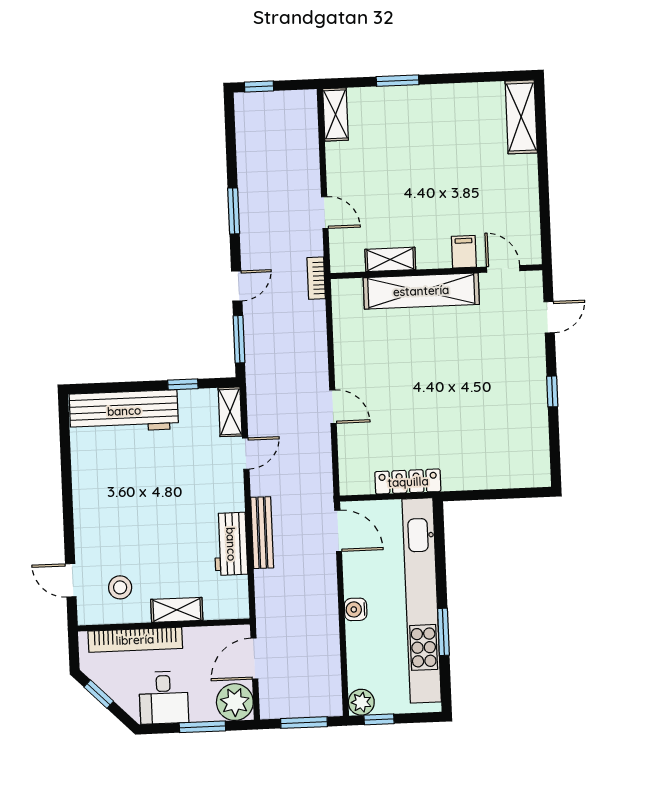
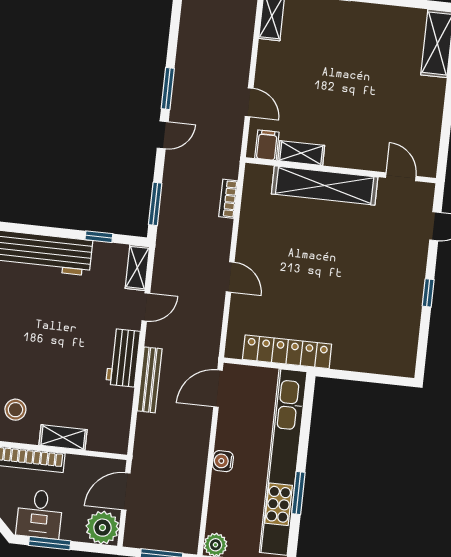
filing cabinet: (464, 252) -> (267, 145), moved
bookcase: (316, 278) -> (228, 199), moved
door: (237, 286) -> (163, 135), moved
locker: (408, 482) -> (287, 352), width x1.41, depth x1.21
door: (338, 531) -> (218, 389), swing flipped
workbench: (231, 544) -> (123, 358), moved
window: (202, 727) -> (50, 543), moved

